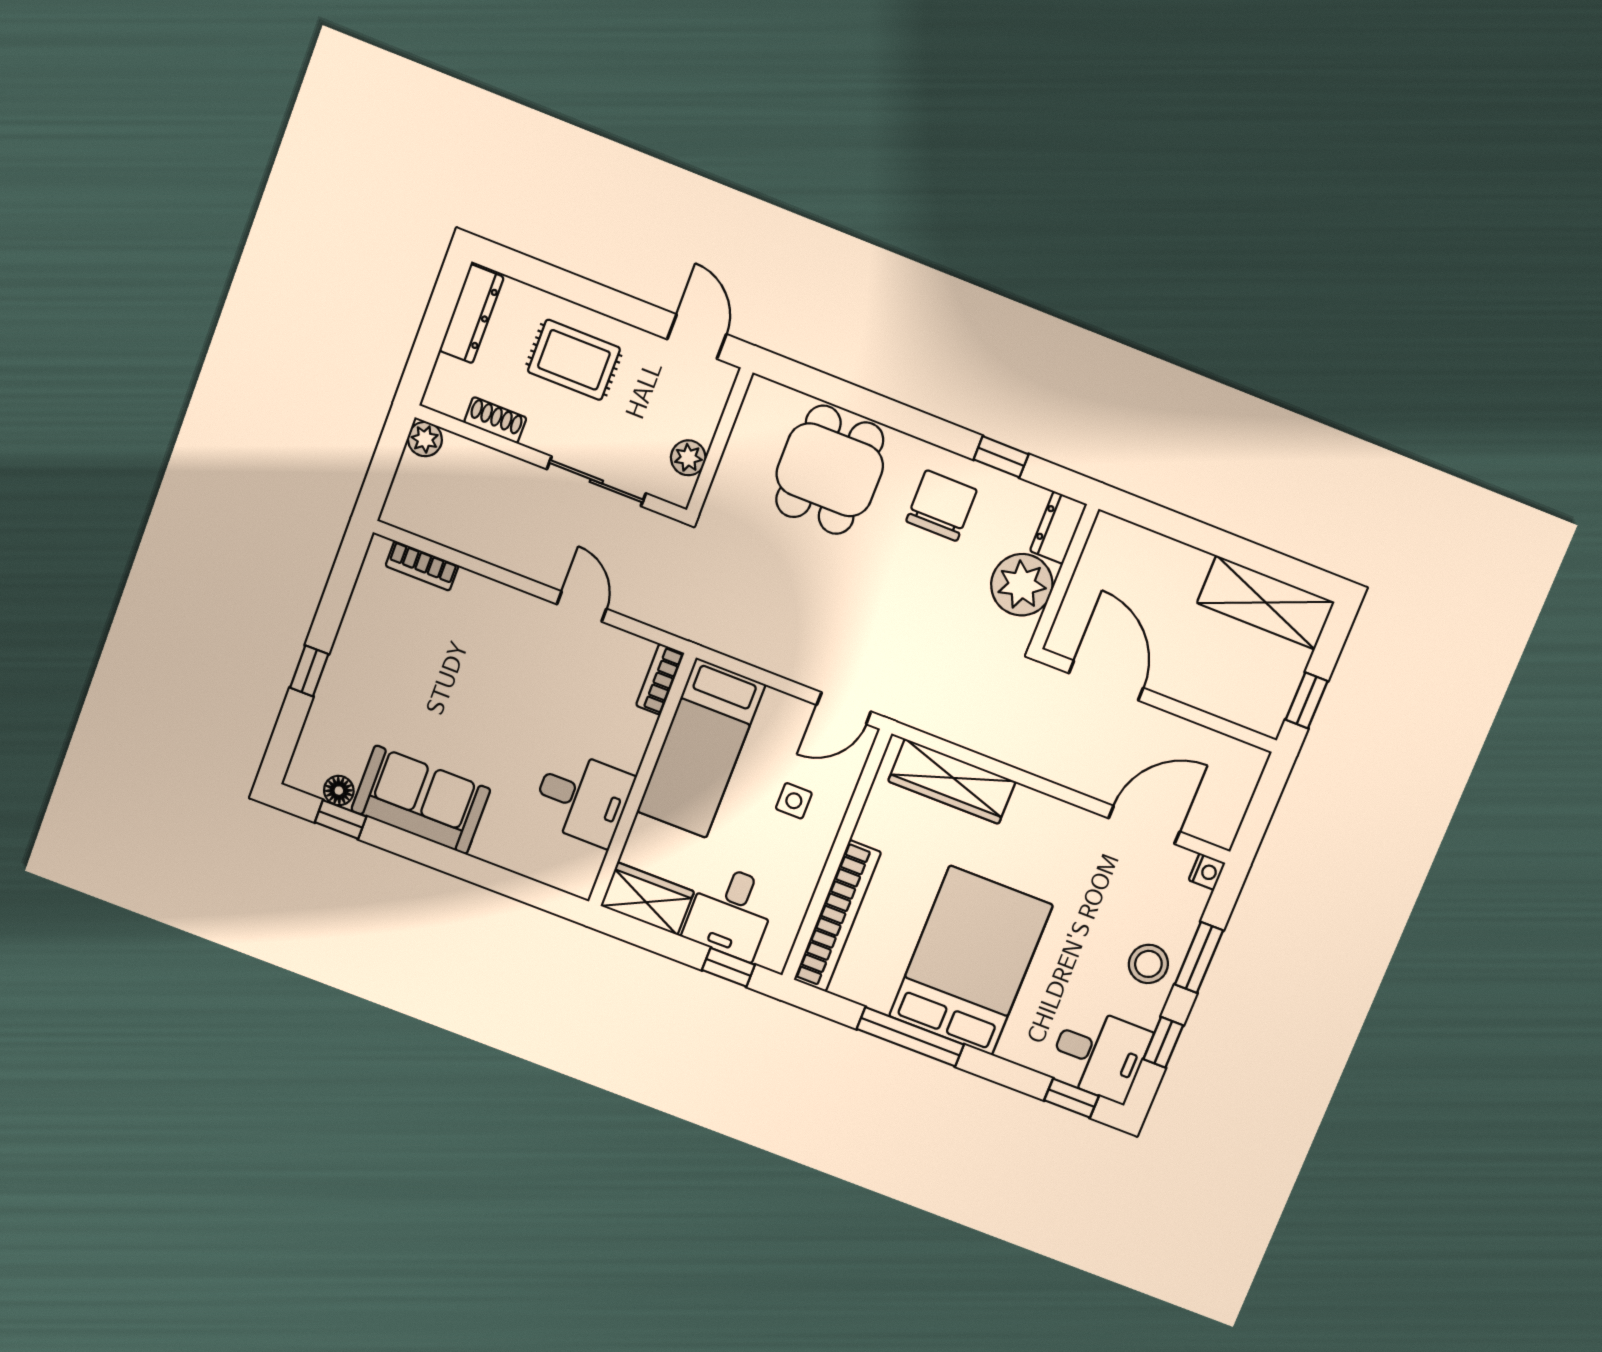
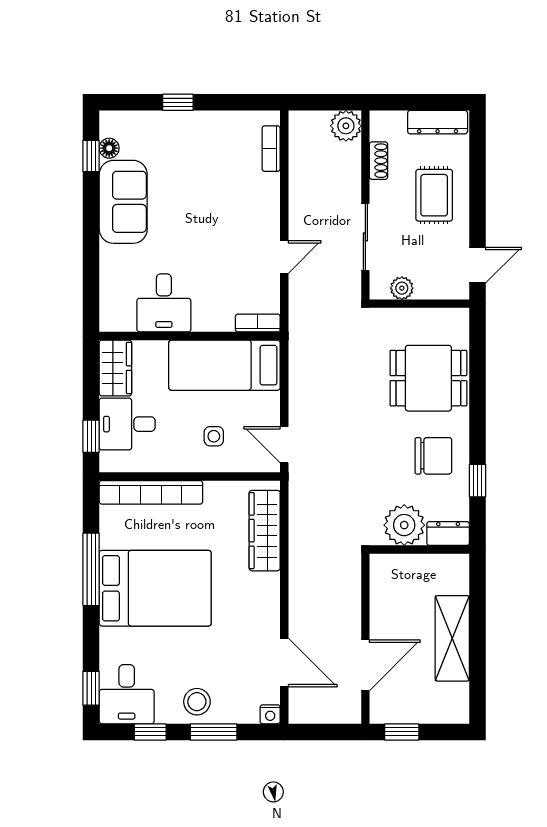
plant: (425, 439) -> (346, 126), width x1.38, depth x1.38
shelving: (1266, 603) -> (452, 638), moved
door: (1106, 681) -> (365, 665), moved

